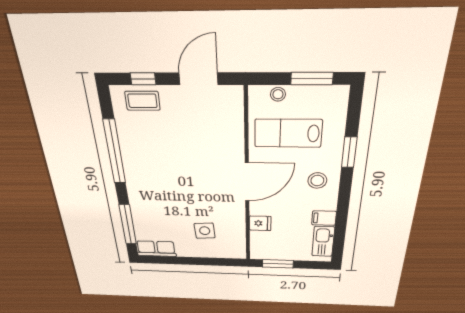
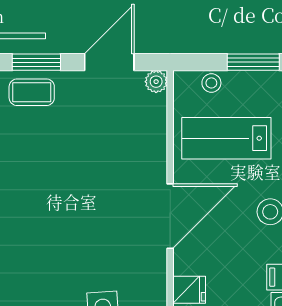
window: (143, 79) -> (36, 62), width x1.50
plant: (235, 93) -> (156, 82), added

